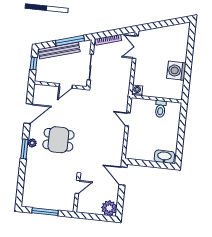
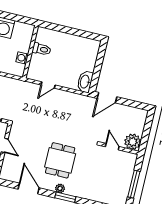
washing machine: (137, 90) -> (22, 58), moved
washbasin: (164, 157) -> (85, 82), moved
plant: (109, 208) -> (133, 142), moved

